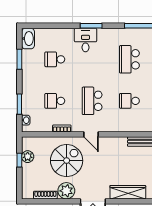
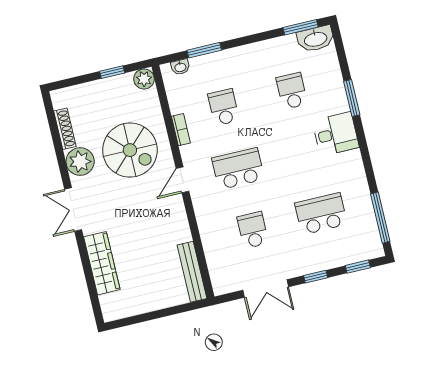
window: (91, 26) -> (352, 98), moved
window: (19, 59) -> (301, 27), moved
plant: (28, 157) -> (144, 79), moved

